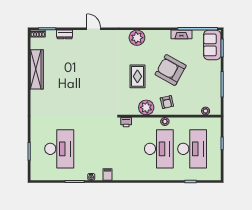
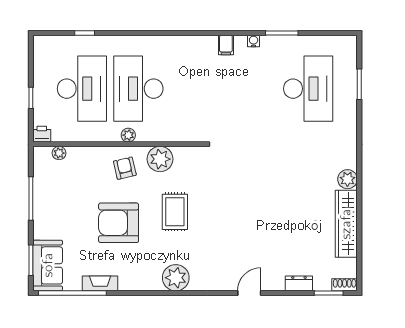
door: (94, 29) -> (249, 293), swing flipped
armchair: (171, 70) -> (119, 223), turned 151
plant: (36, 96) -> (347, 179), added
printer: (126, 122) -> (42, 134), moved
desk: (59, 149) -> (308, 89), turned 180
desk: (192, 149) -> (82, 89), turned 180

